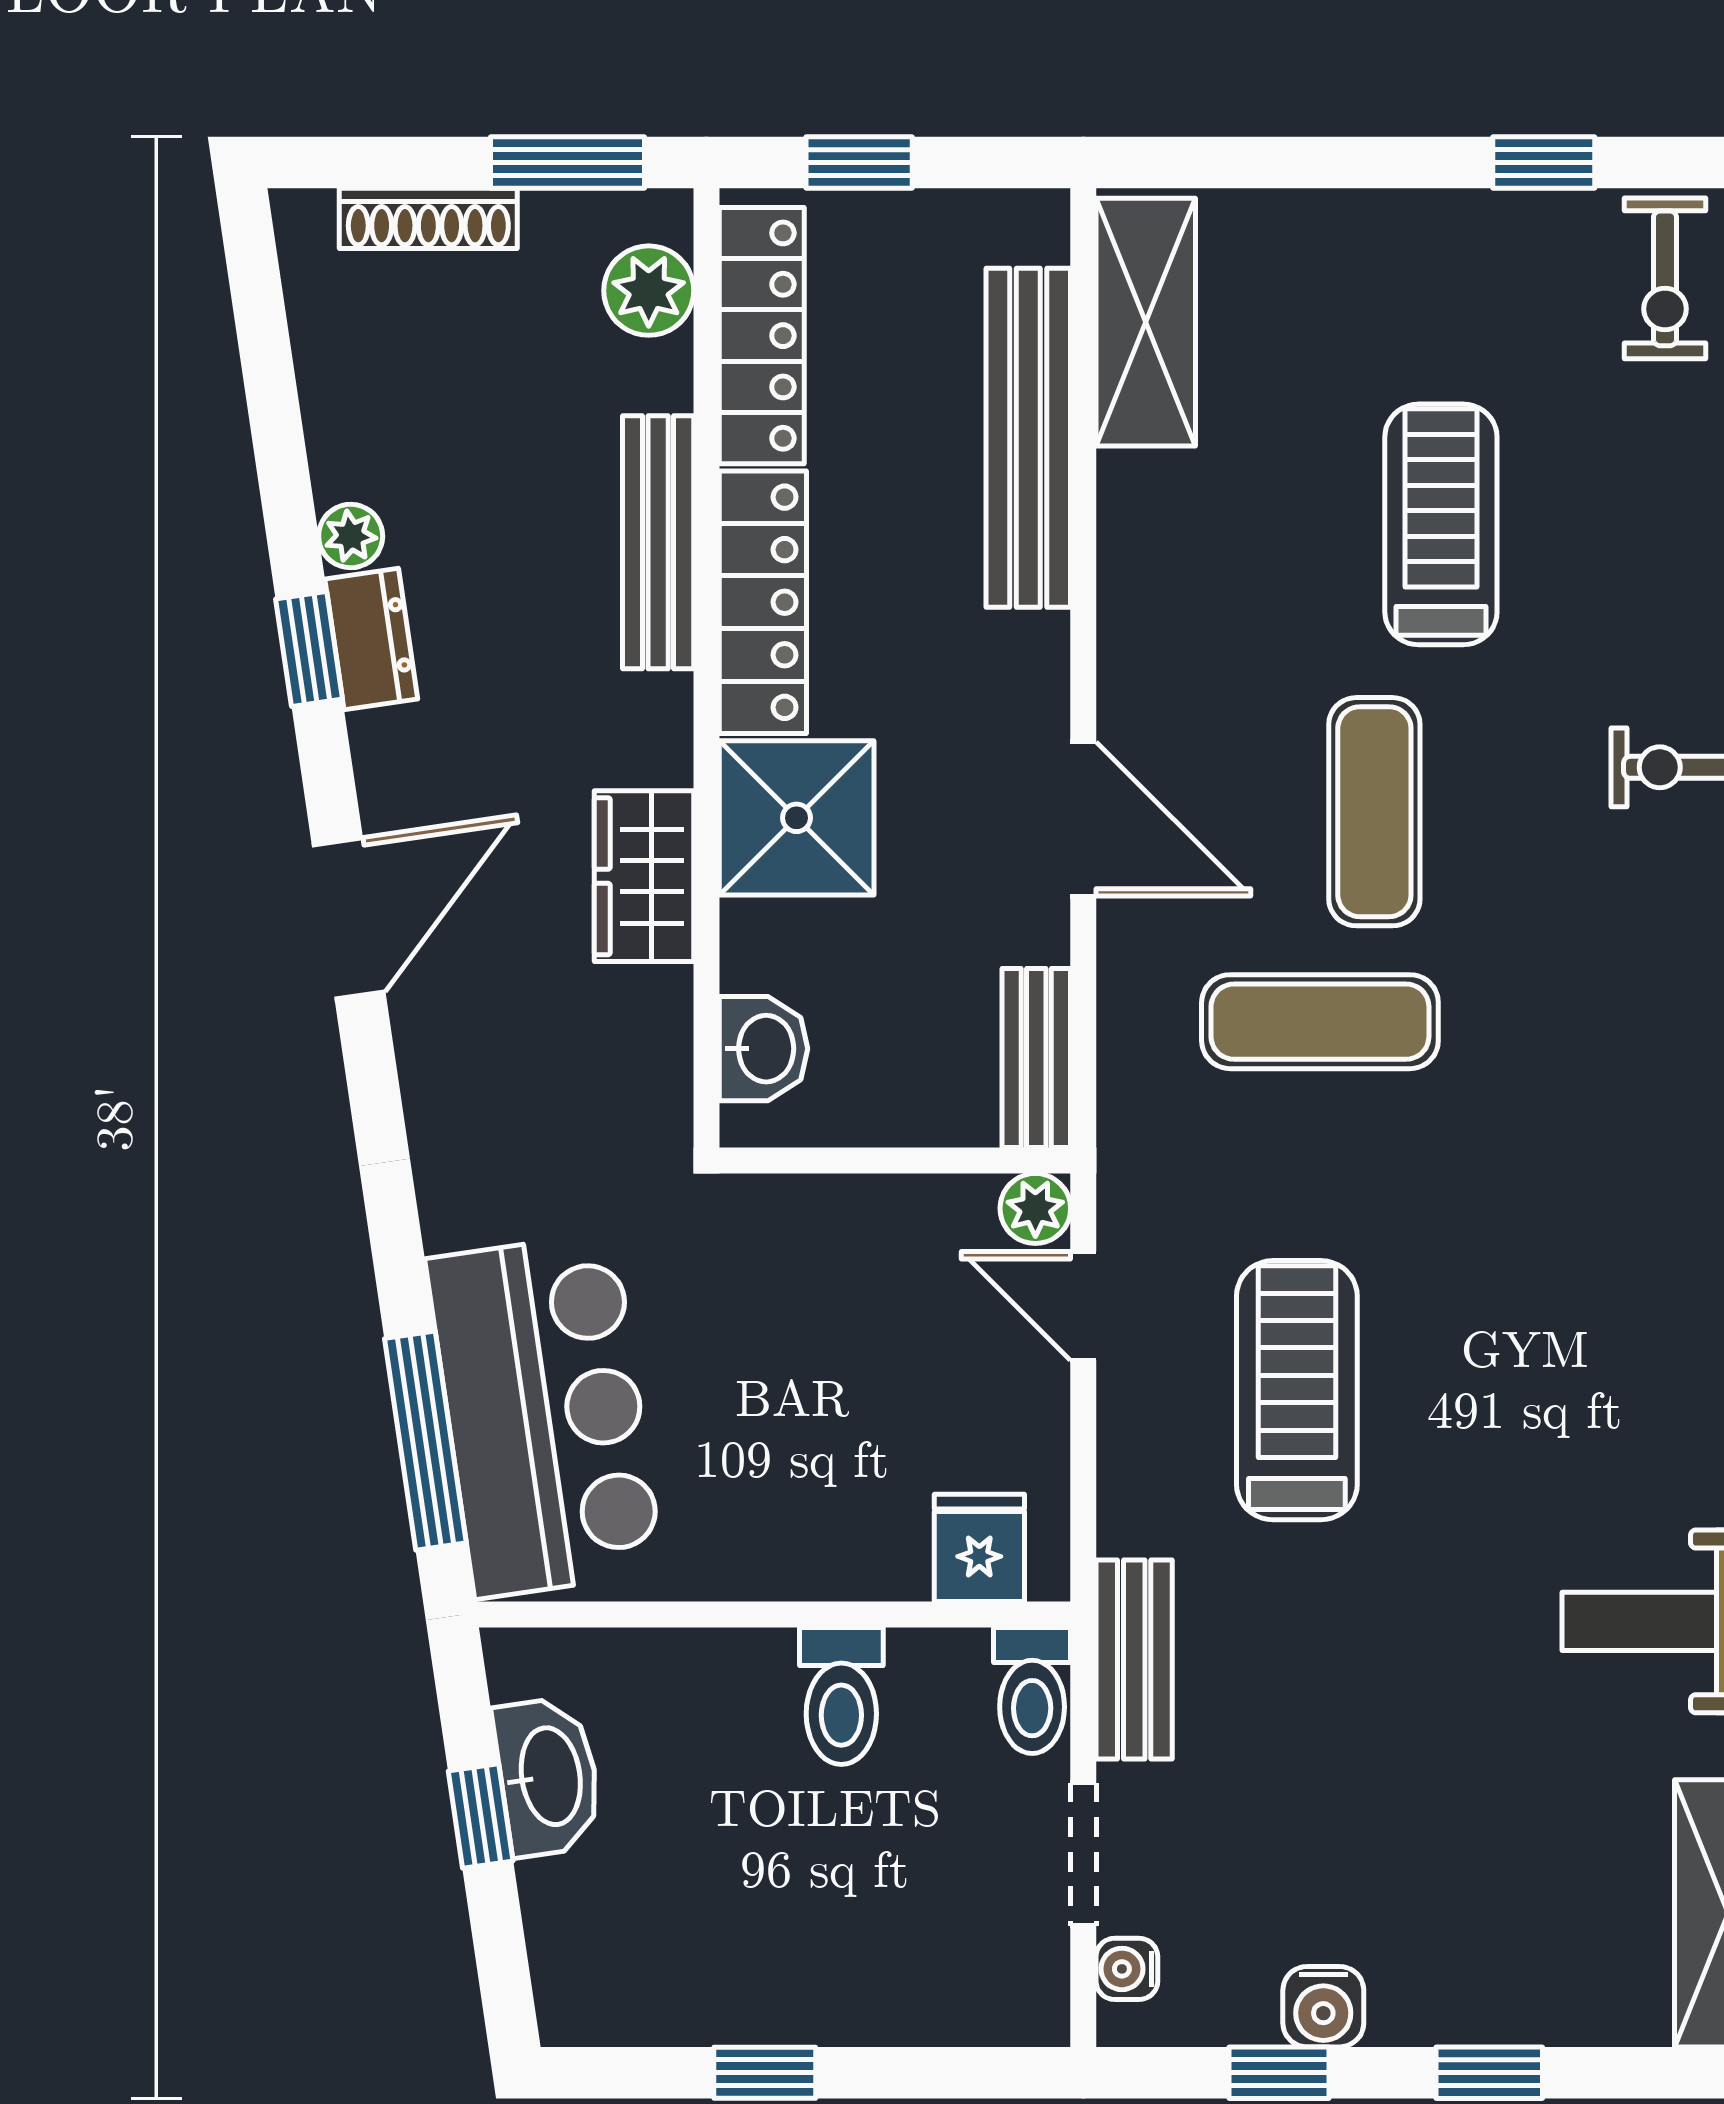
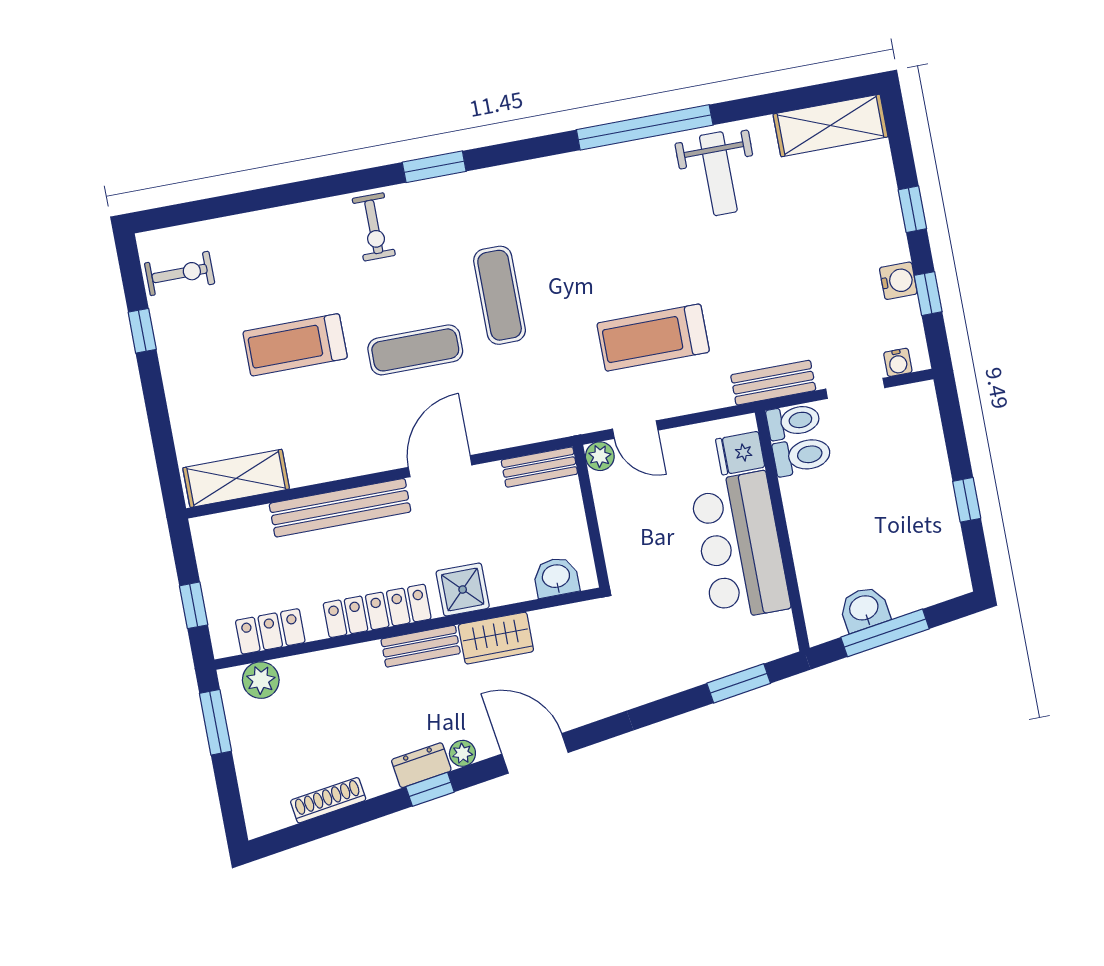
shoe rack: (428, 218) -> (328, 800), moved, turned -98
locker: (762, 336) -> (270, 631), width x0.66
bench: (1028, 438) -> (340, 508), moved
plant: (351, 536) -> (462, 753), moved
bench: (658, 542) -> (421, 646), moved, width x0.73
shower: (797, 818) -> (463, 589), width x0.73, depth x0.73
exercise mat: (1320, 1022) -> (500, 295), moved
door: (1083, 1306) -> (635, 430), hinge flipped
bar counter: (545, 1415) -> (740, 546), moved, turned -82
window: (425, 1441) -> (739, 683), width x0.69
toilet: (841, 1696) -> (802, 456), moved
washbasin: (548, 1777) -> (864, 609), width x0.72
window: (481, 1816) -> (885, 633), width x2.17

